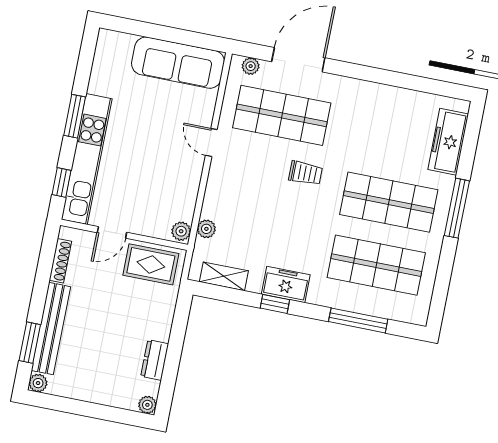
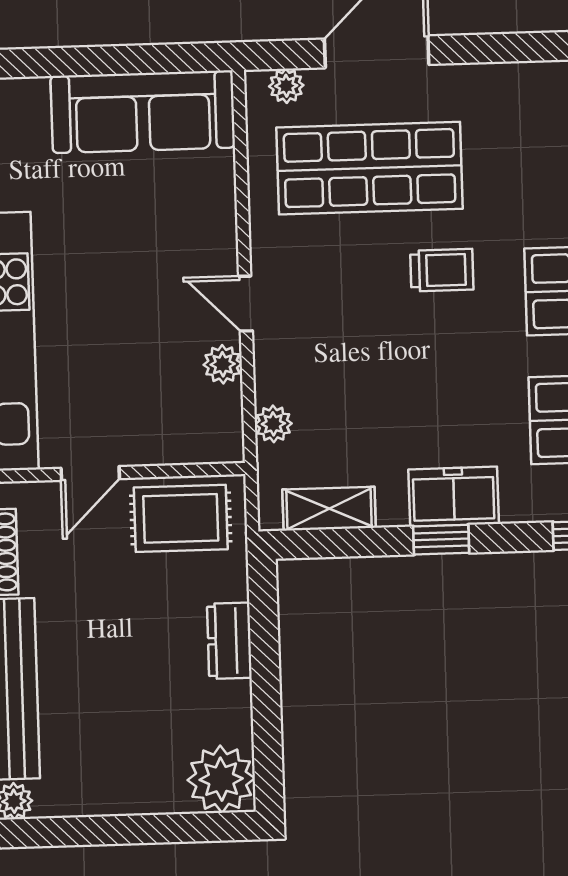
door: (211, 142) -> (246, 304), moved
plant: (181, 231) -> (223, 364), moved
dresser: (155, 360) -> (229, 641), moved
plant: (147, 405) -> (221, 779), width x1.88, depth x1.88

